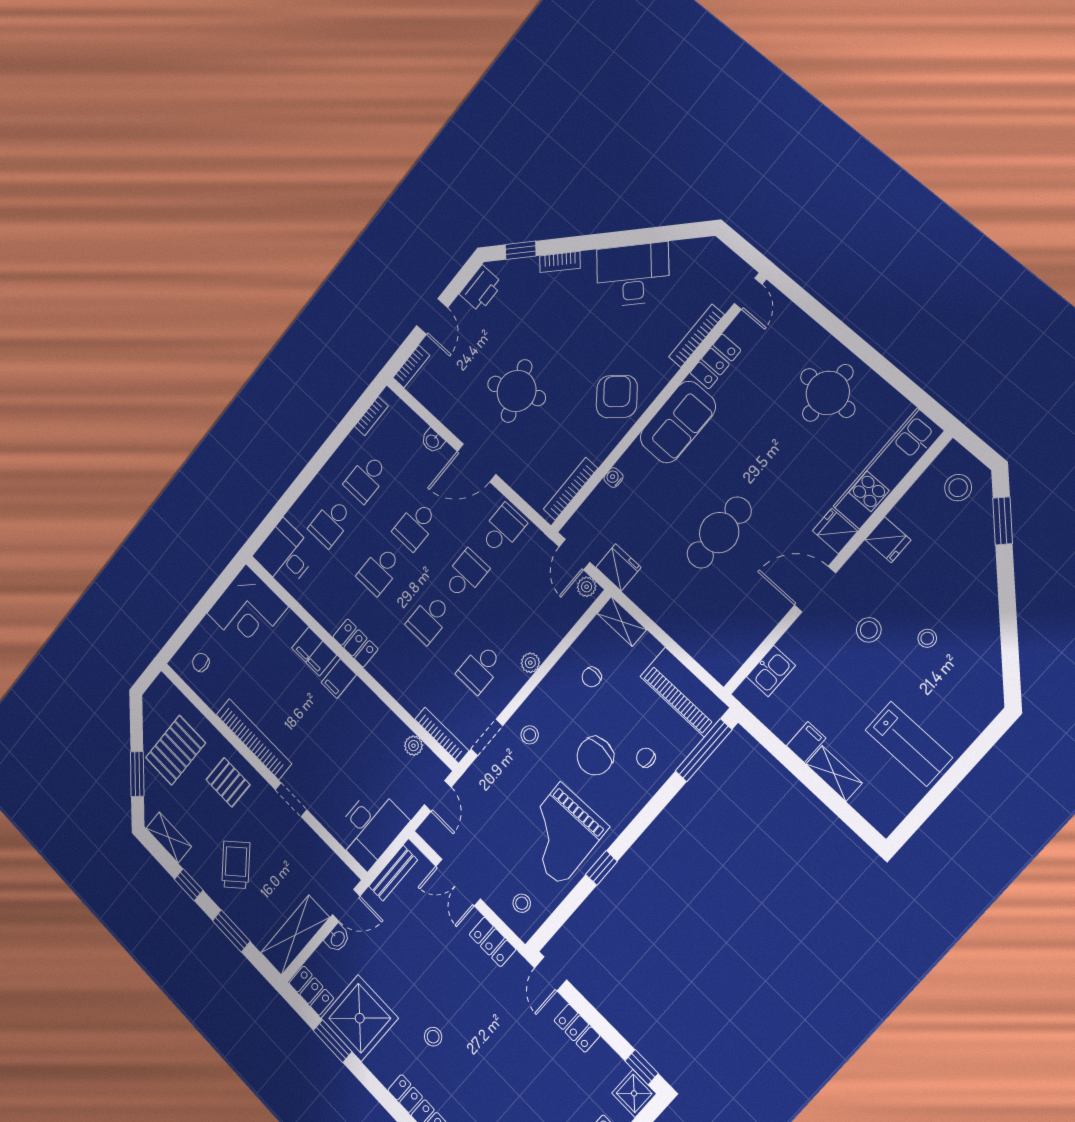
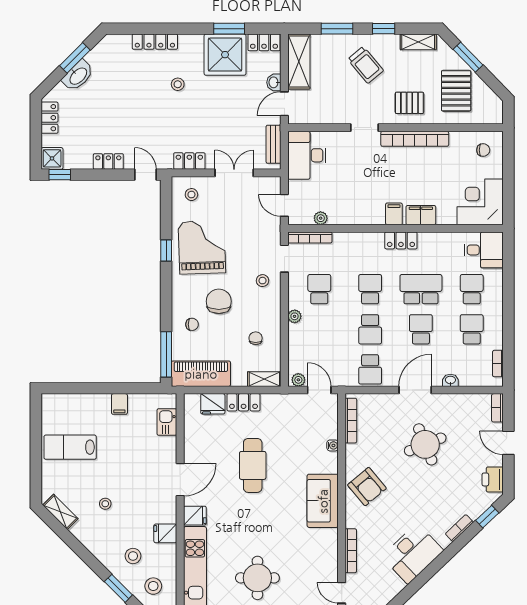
locker: (715, 361) -> (244, 402), moved, turned -90
fridge: (618, 567) -> (213, 404), moved
school desk: (379, 570) -> (421, 289), width x1.85
stool: (869, 630) -> (133, 556), moved
shelving: (834, 774) -> (60, 512), moved, turned 45

